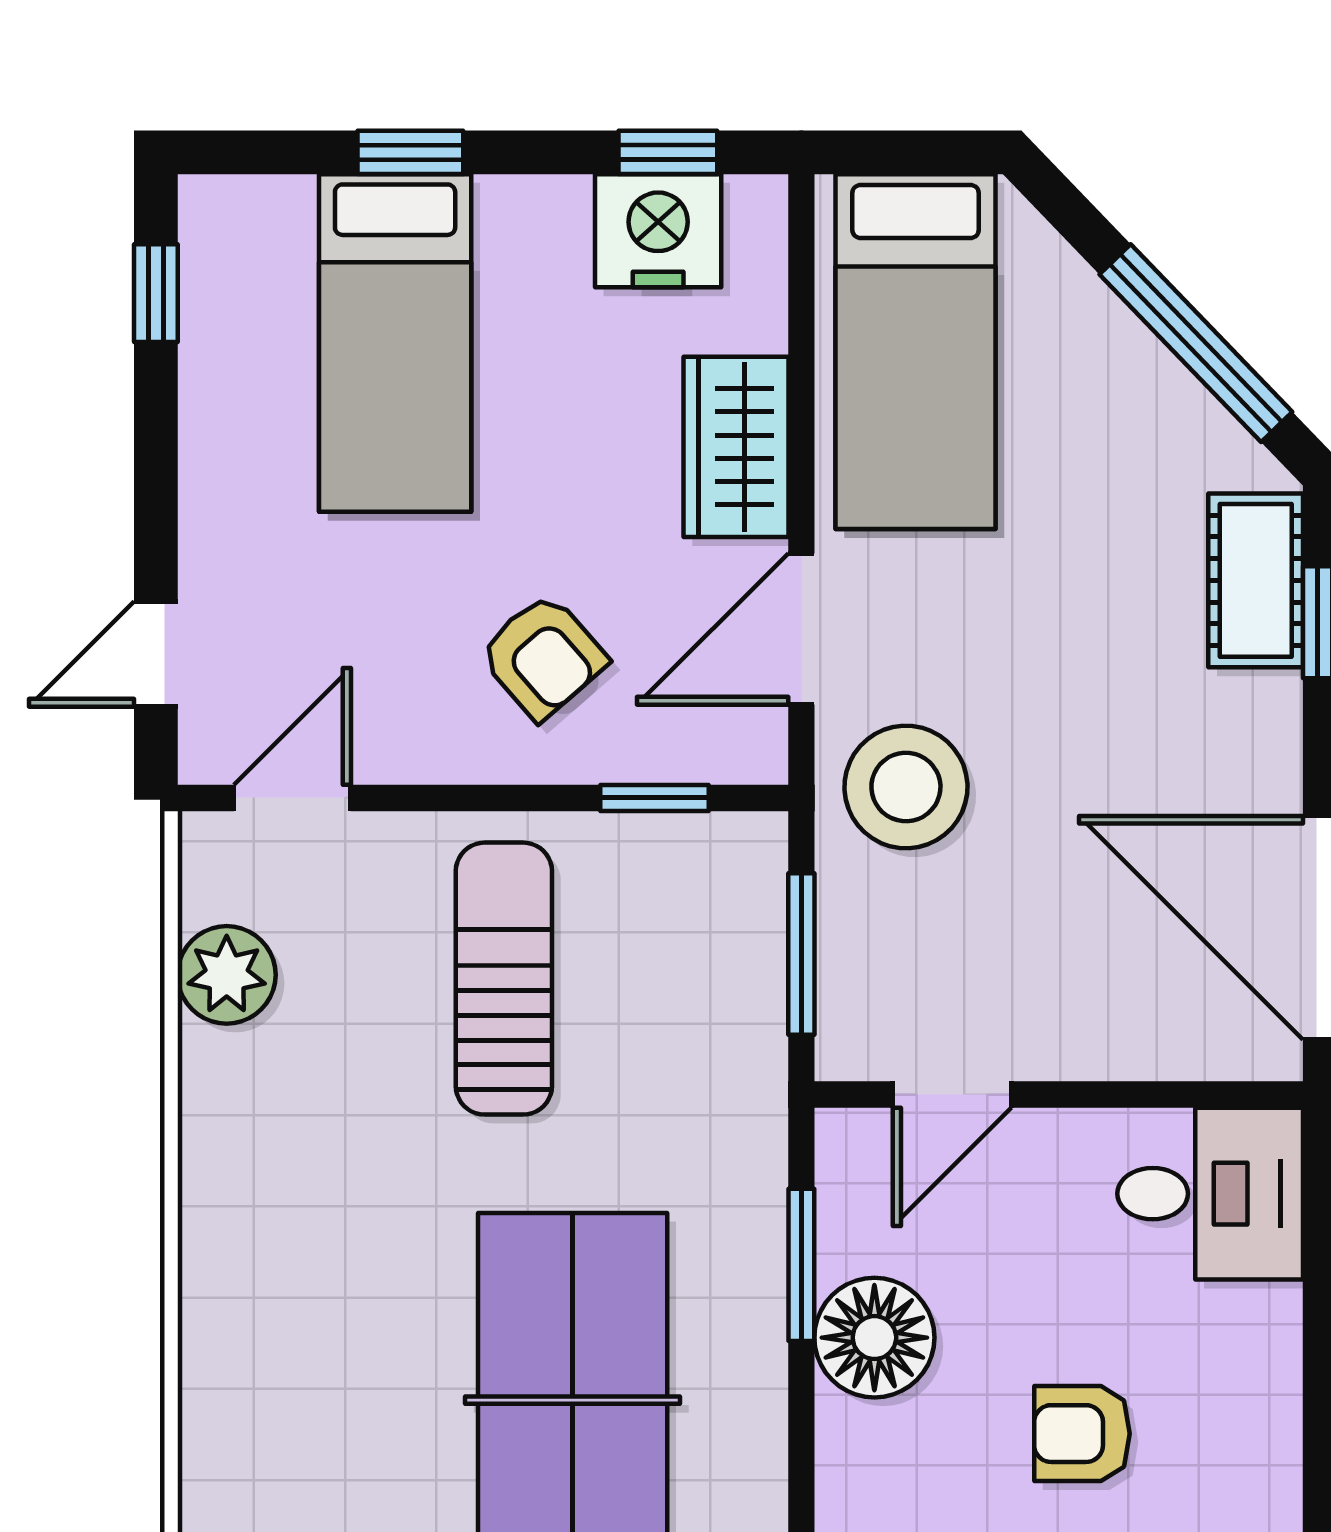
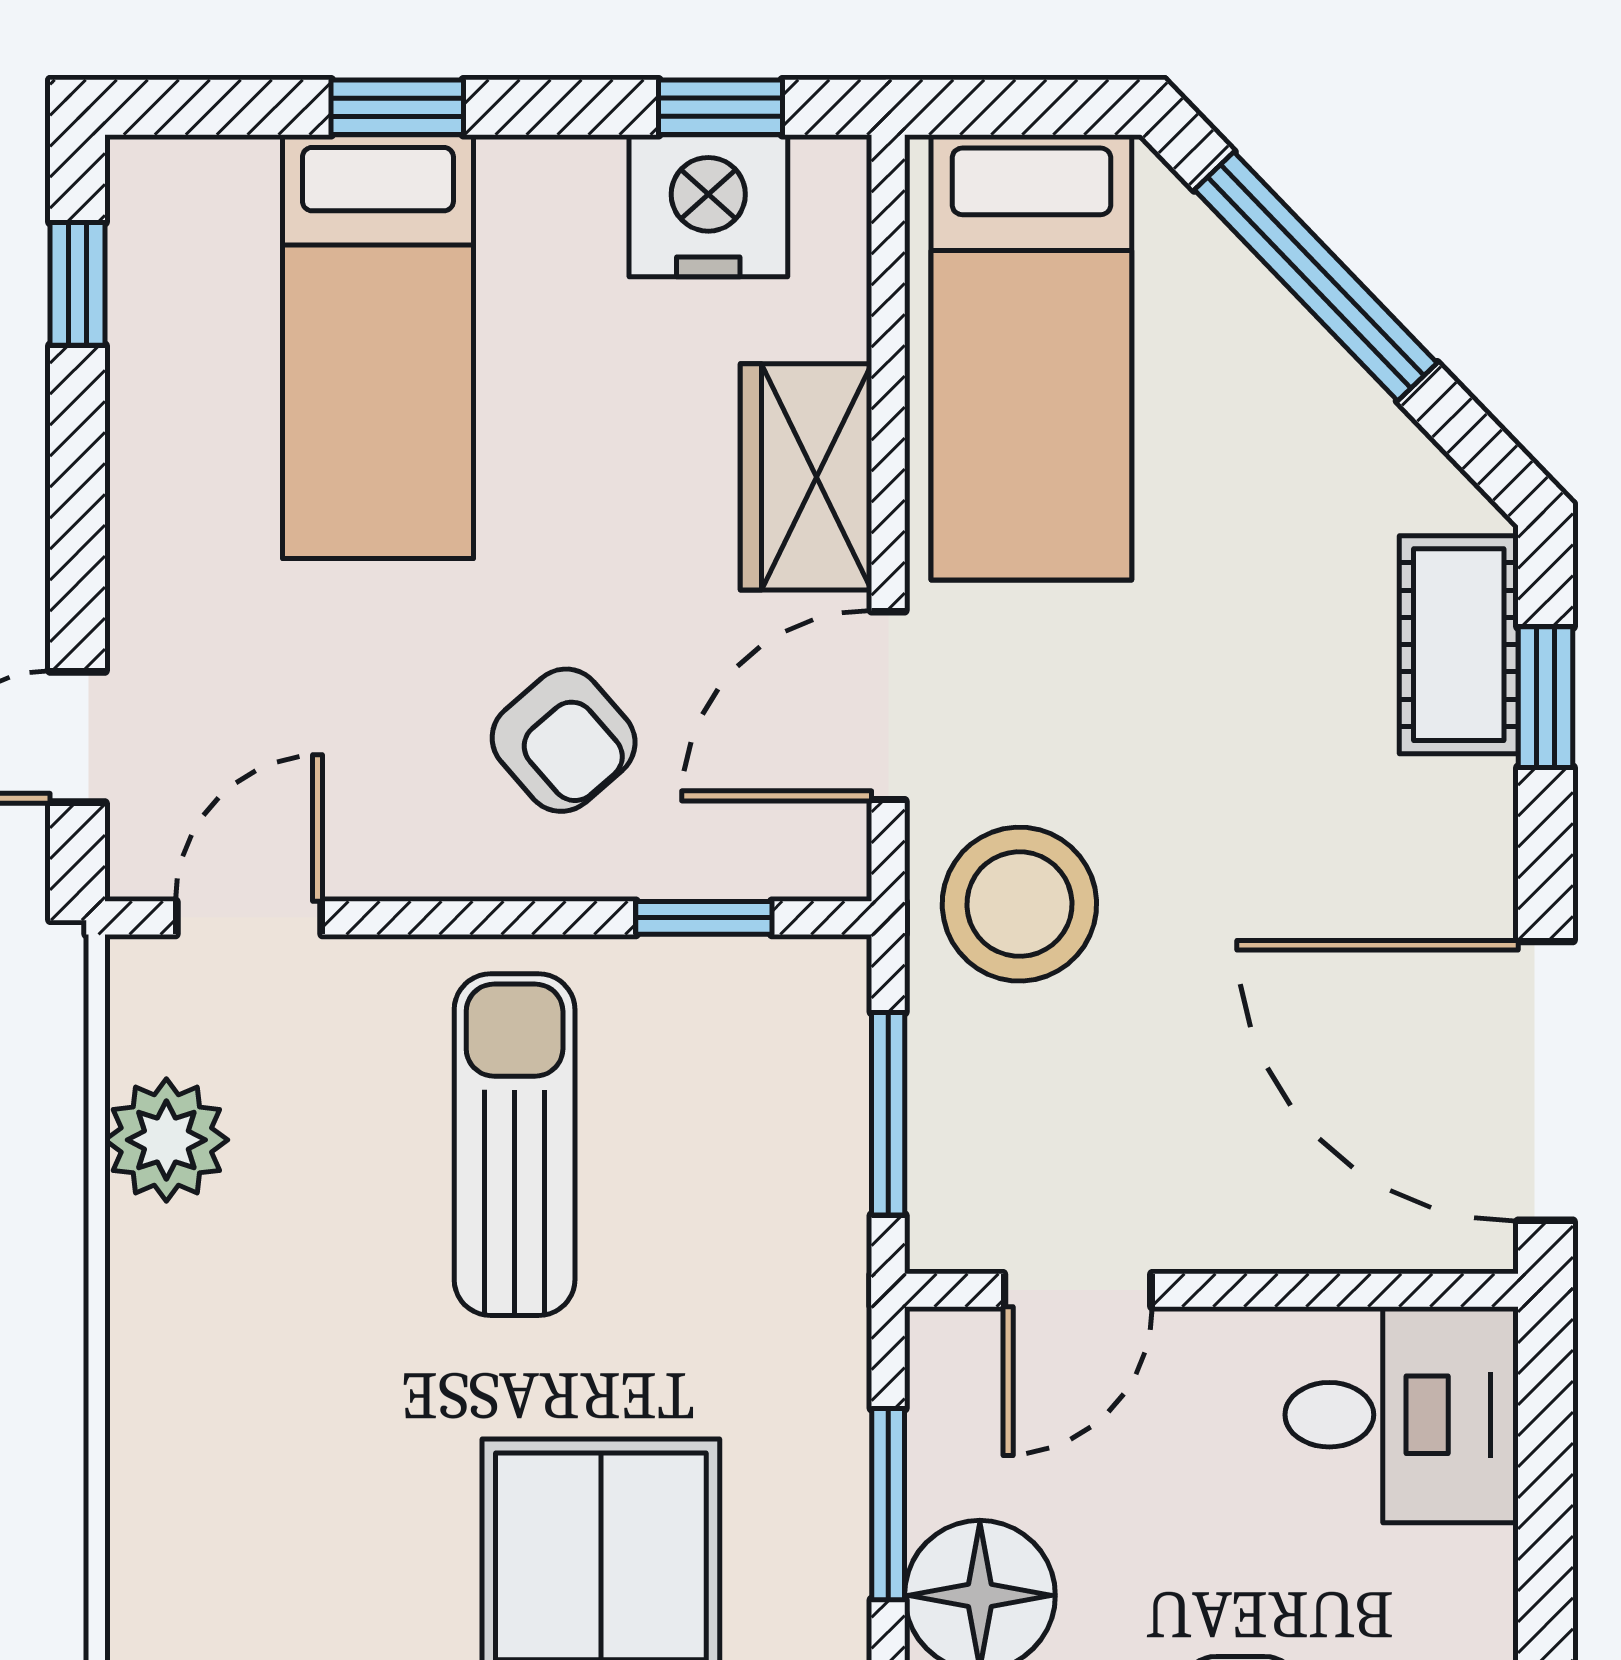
window: (1196, 343) -> (1316, 276), moved

